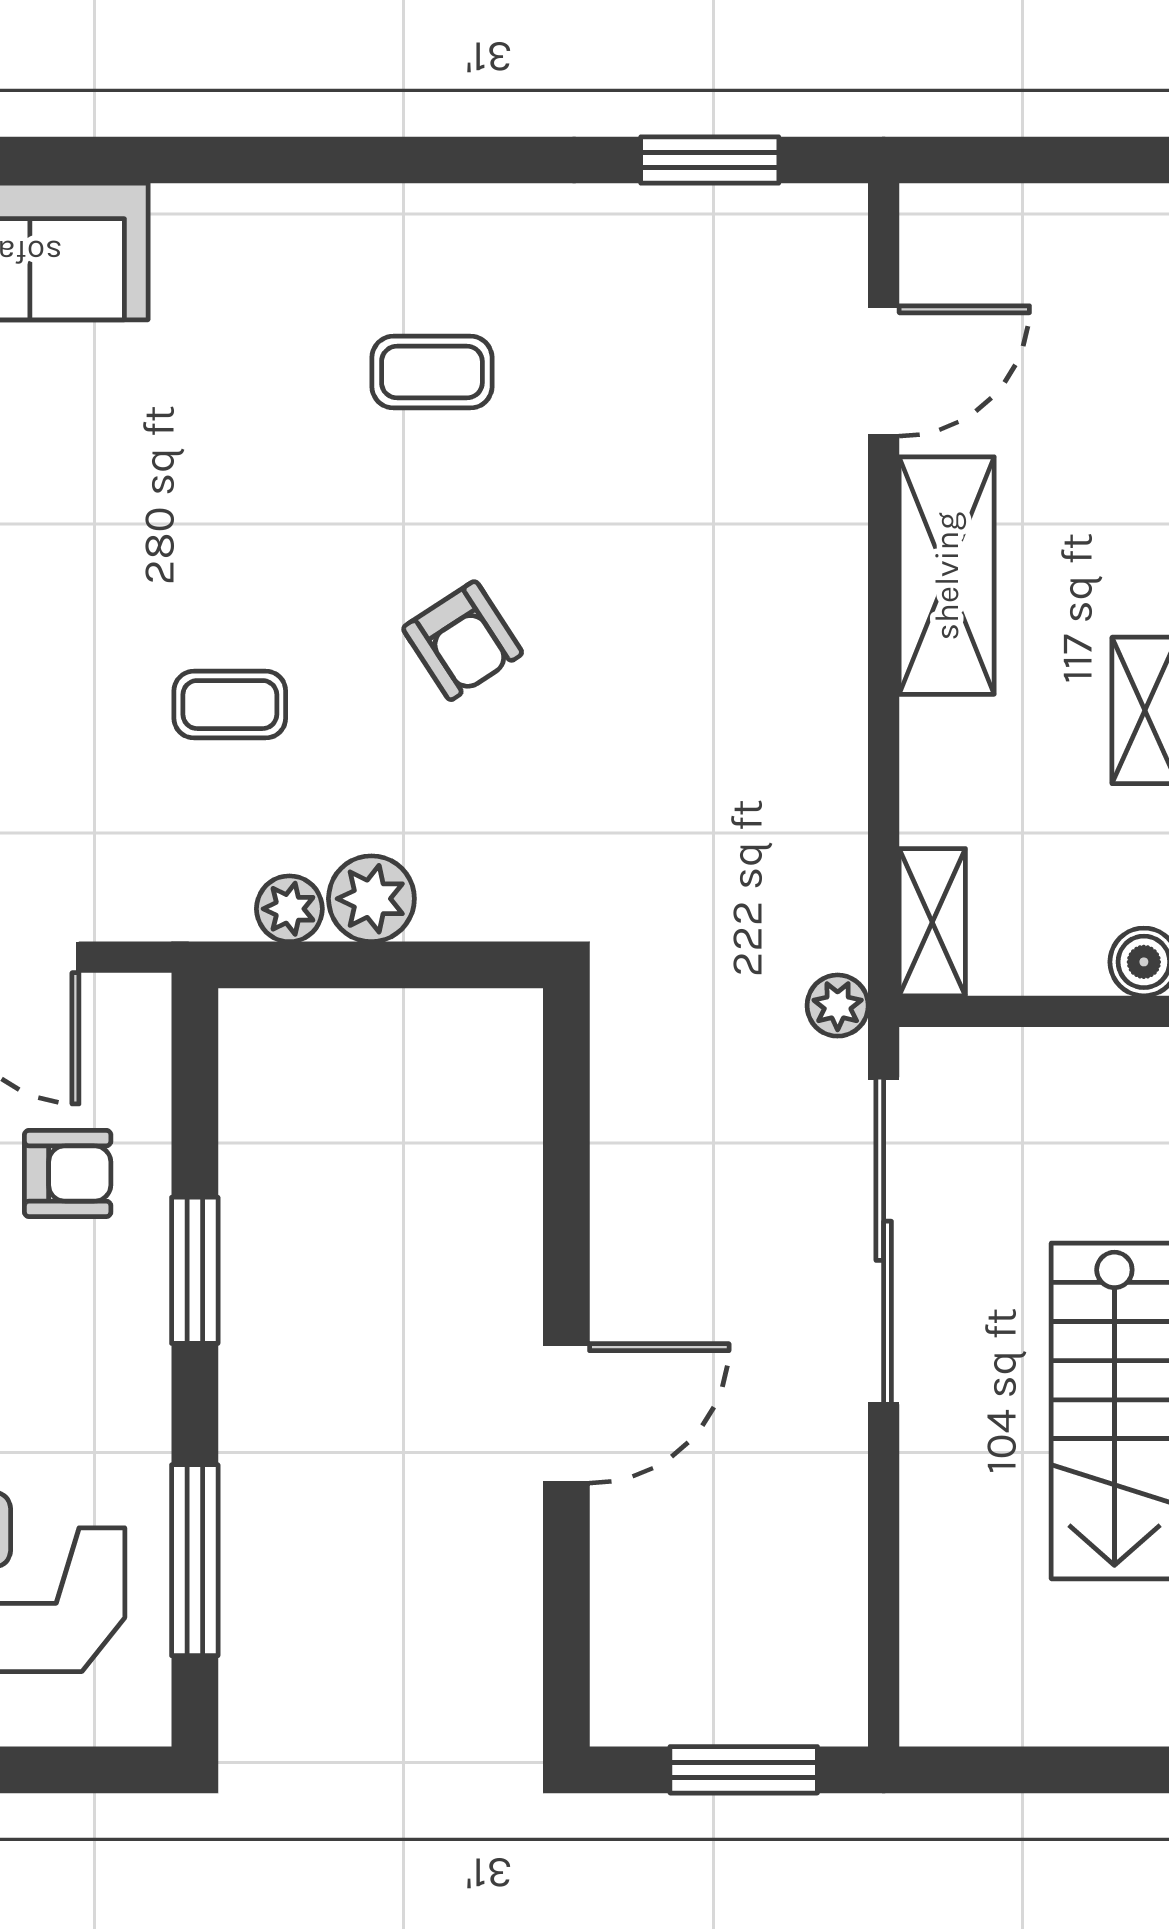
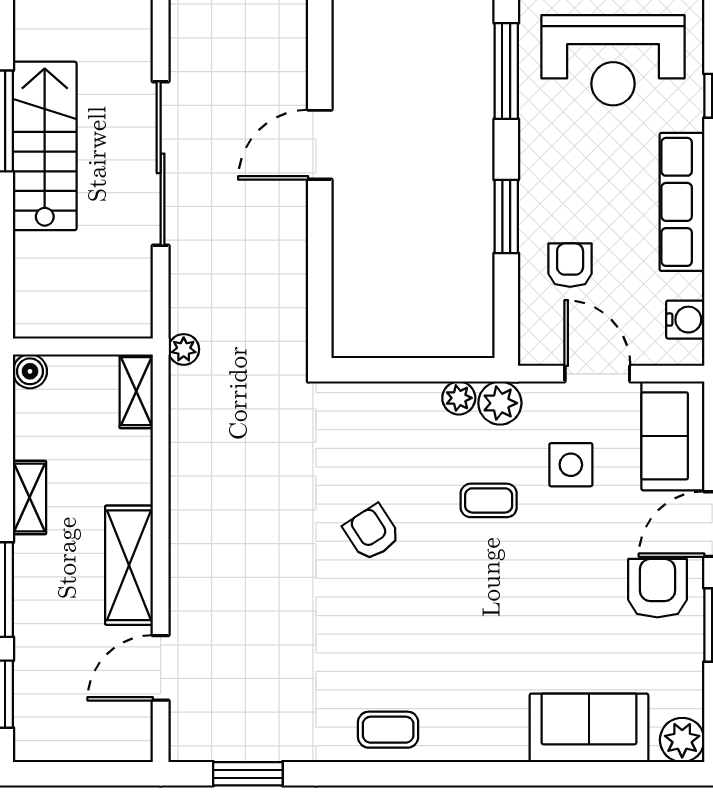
coffee table: (432, 372) -> (388, 730), moved
side table: (66, 776) -> (571, 465), added
plant: (371, 899) -> (500, 403), moved
armchair: (68, 1173) -> (570, 265), turned 90
sliding door: (884, 1241) -> (161, 163), moved

